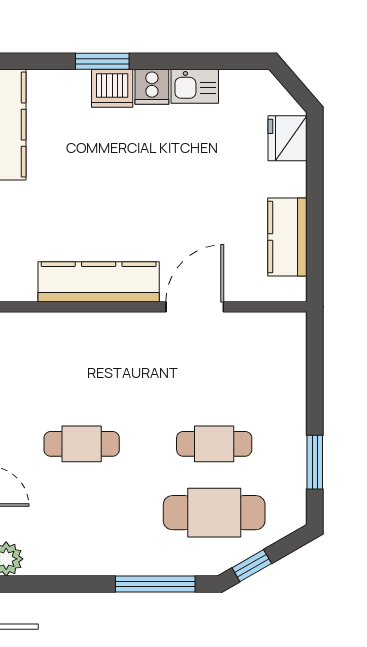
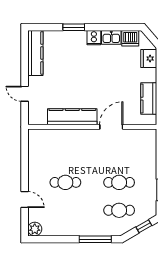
dishwasher: (112, 88) -> (130, 38), moved
cafe table: (214, 513) -> (119, 210), width x0.73, depth x0.74
window: (252, 566) -> (144, 226), moved

